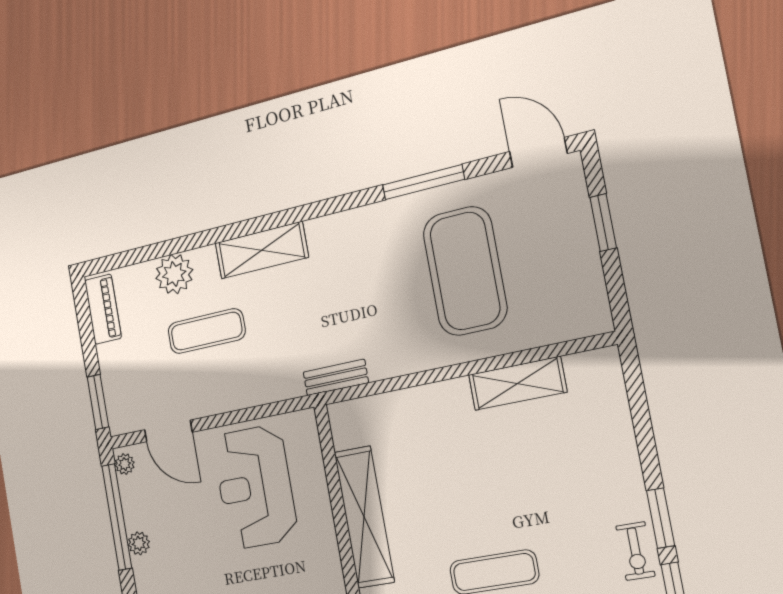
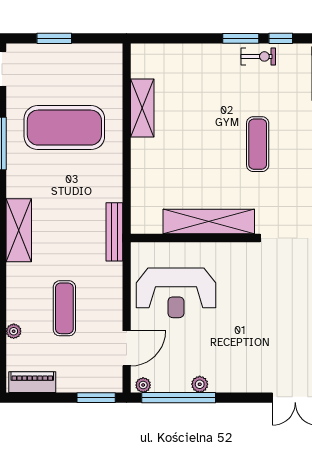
shelving: (262, 250) -> (19, 230), moved
plant: (174, 274) -> (14, 331), width x0.53, depth x0.53
bench: (336, 377) -> (114, 232), width x1.36

